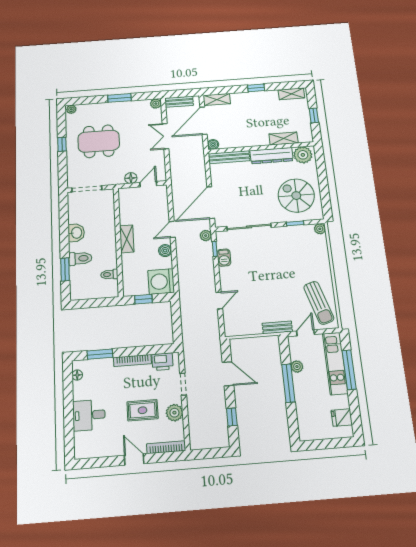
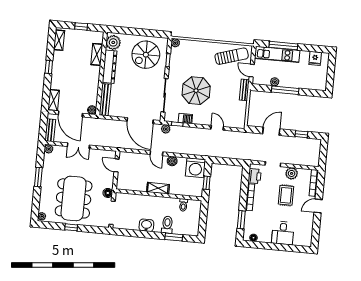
dining table: (99, 141) -> (74, 198), width x1.36, depth x1.24
floor lamp: (131, 178) -> (108, 193), moved
parasol: (263, 265) -> (196, 91), added

